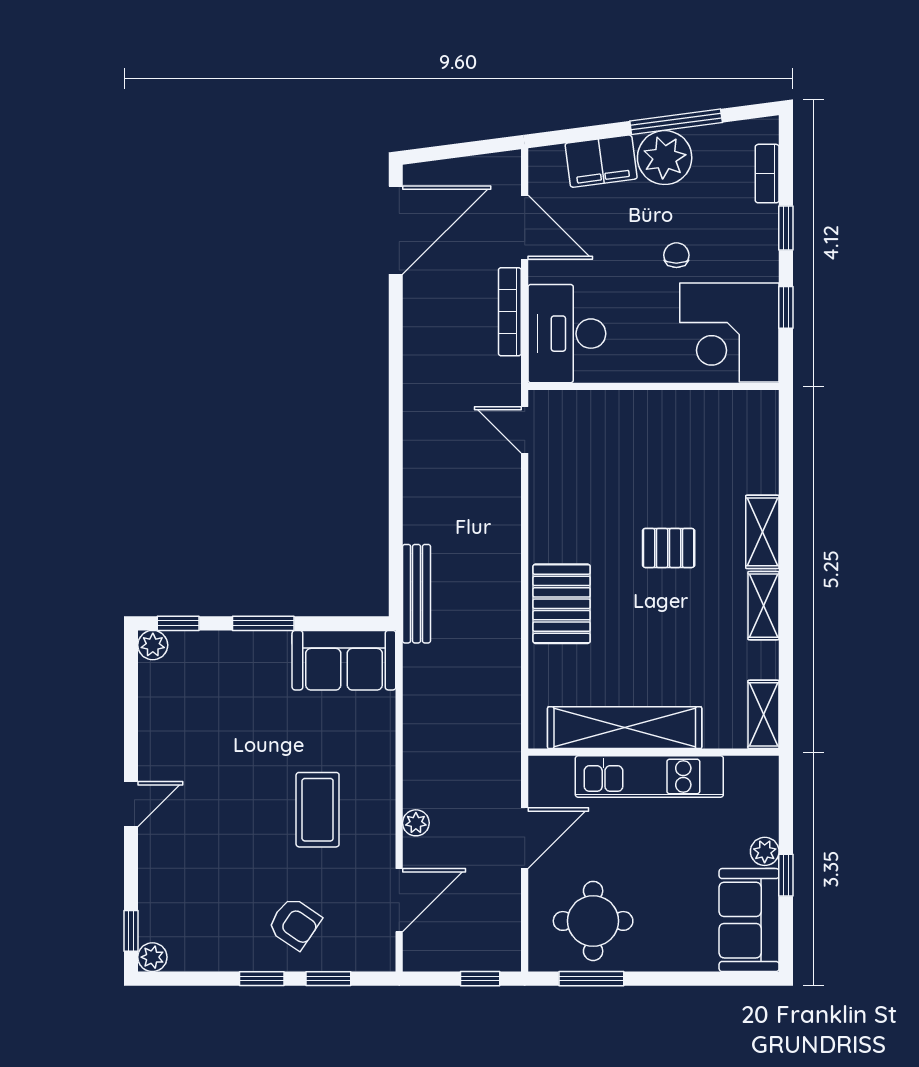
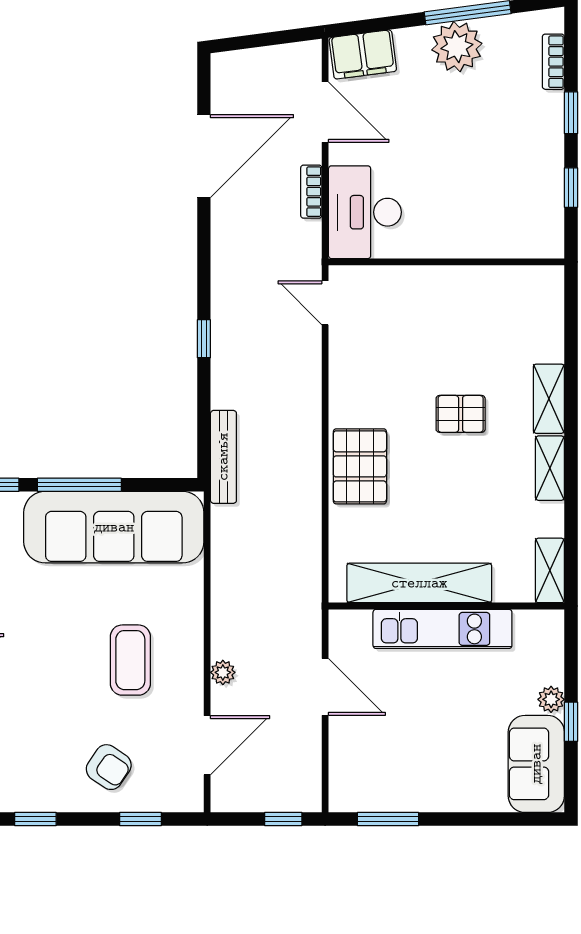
filing cabinet: (601, 161) -> (363, 54), moved
door: (396, 230) -> (204, 156), moved
chair: (676, 255) -> (468, 138), removed
bookcase: (510, 312) -> (311, 192), width x0.64
corner desk: (729, 333) -> (518, 211), removed
window: (396, 468) -> (204, 339), added
window: (263, 623) -> (79, 485), width x1.44
sofa: (344, 660) -> (114, 527), width x1.85, depth x1.27
door: (525, 838) -> (325, 687), hinge flipped
round table: (593, 921) -> (390, 765), removed
window: (262, 979) -> (35, 819), moved

